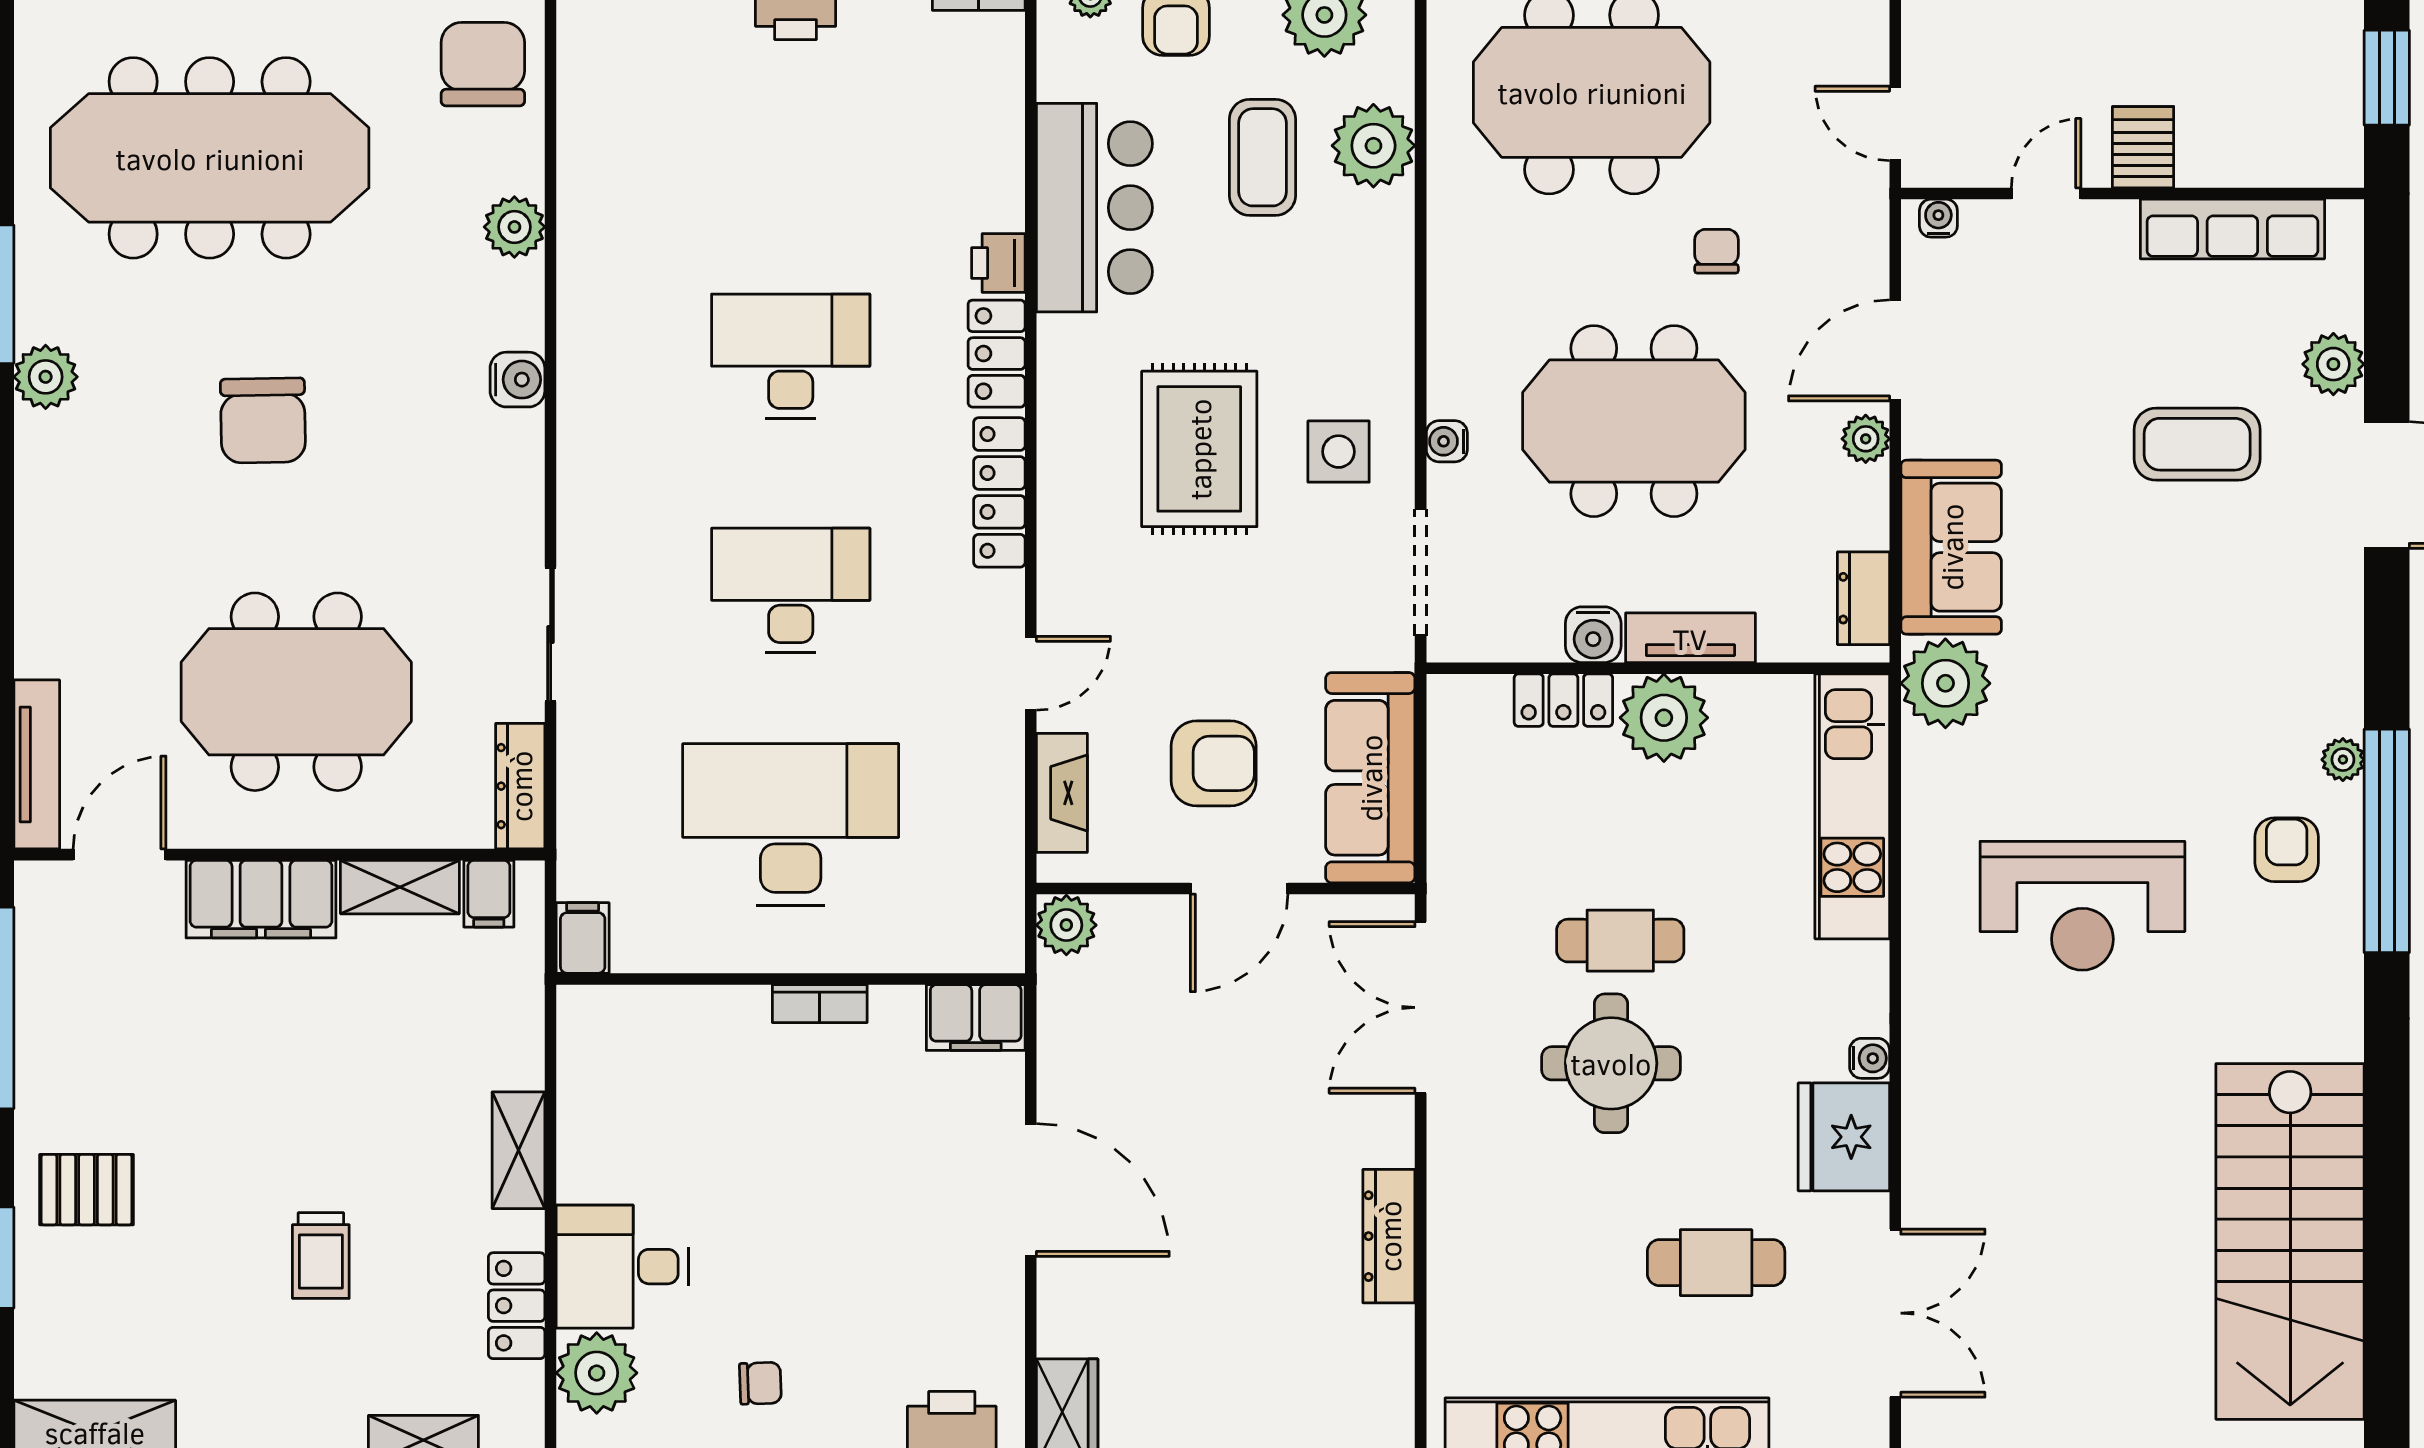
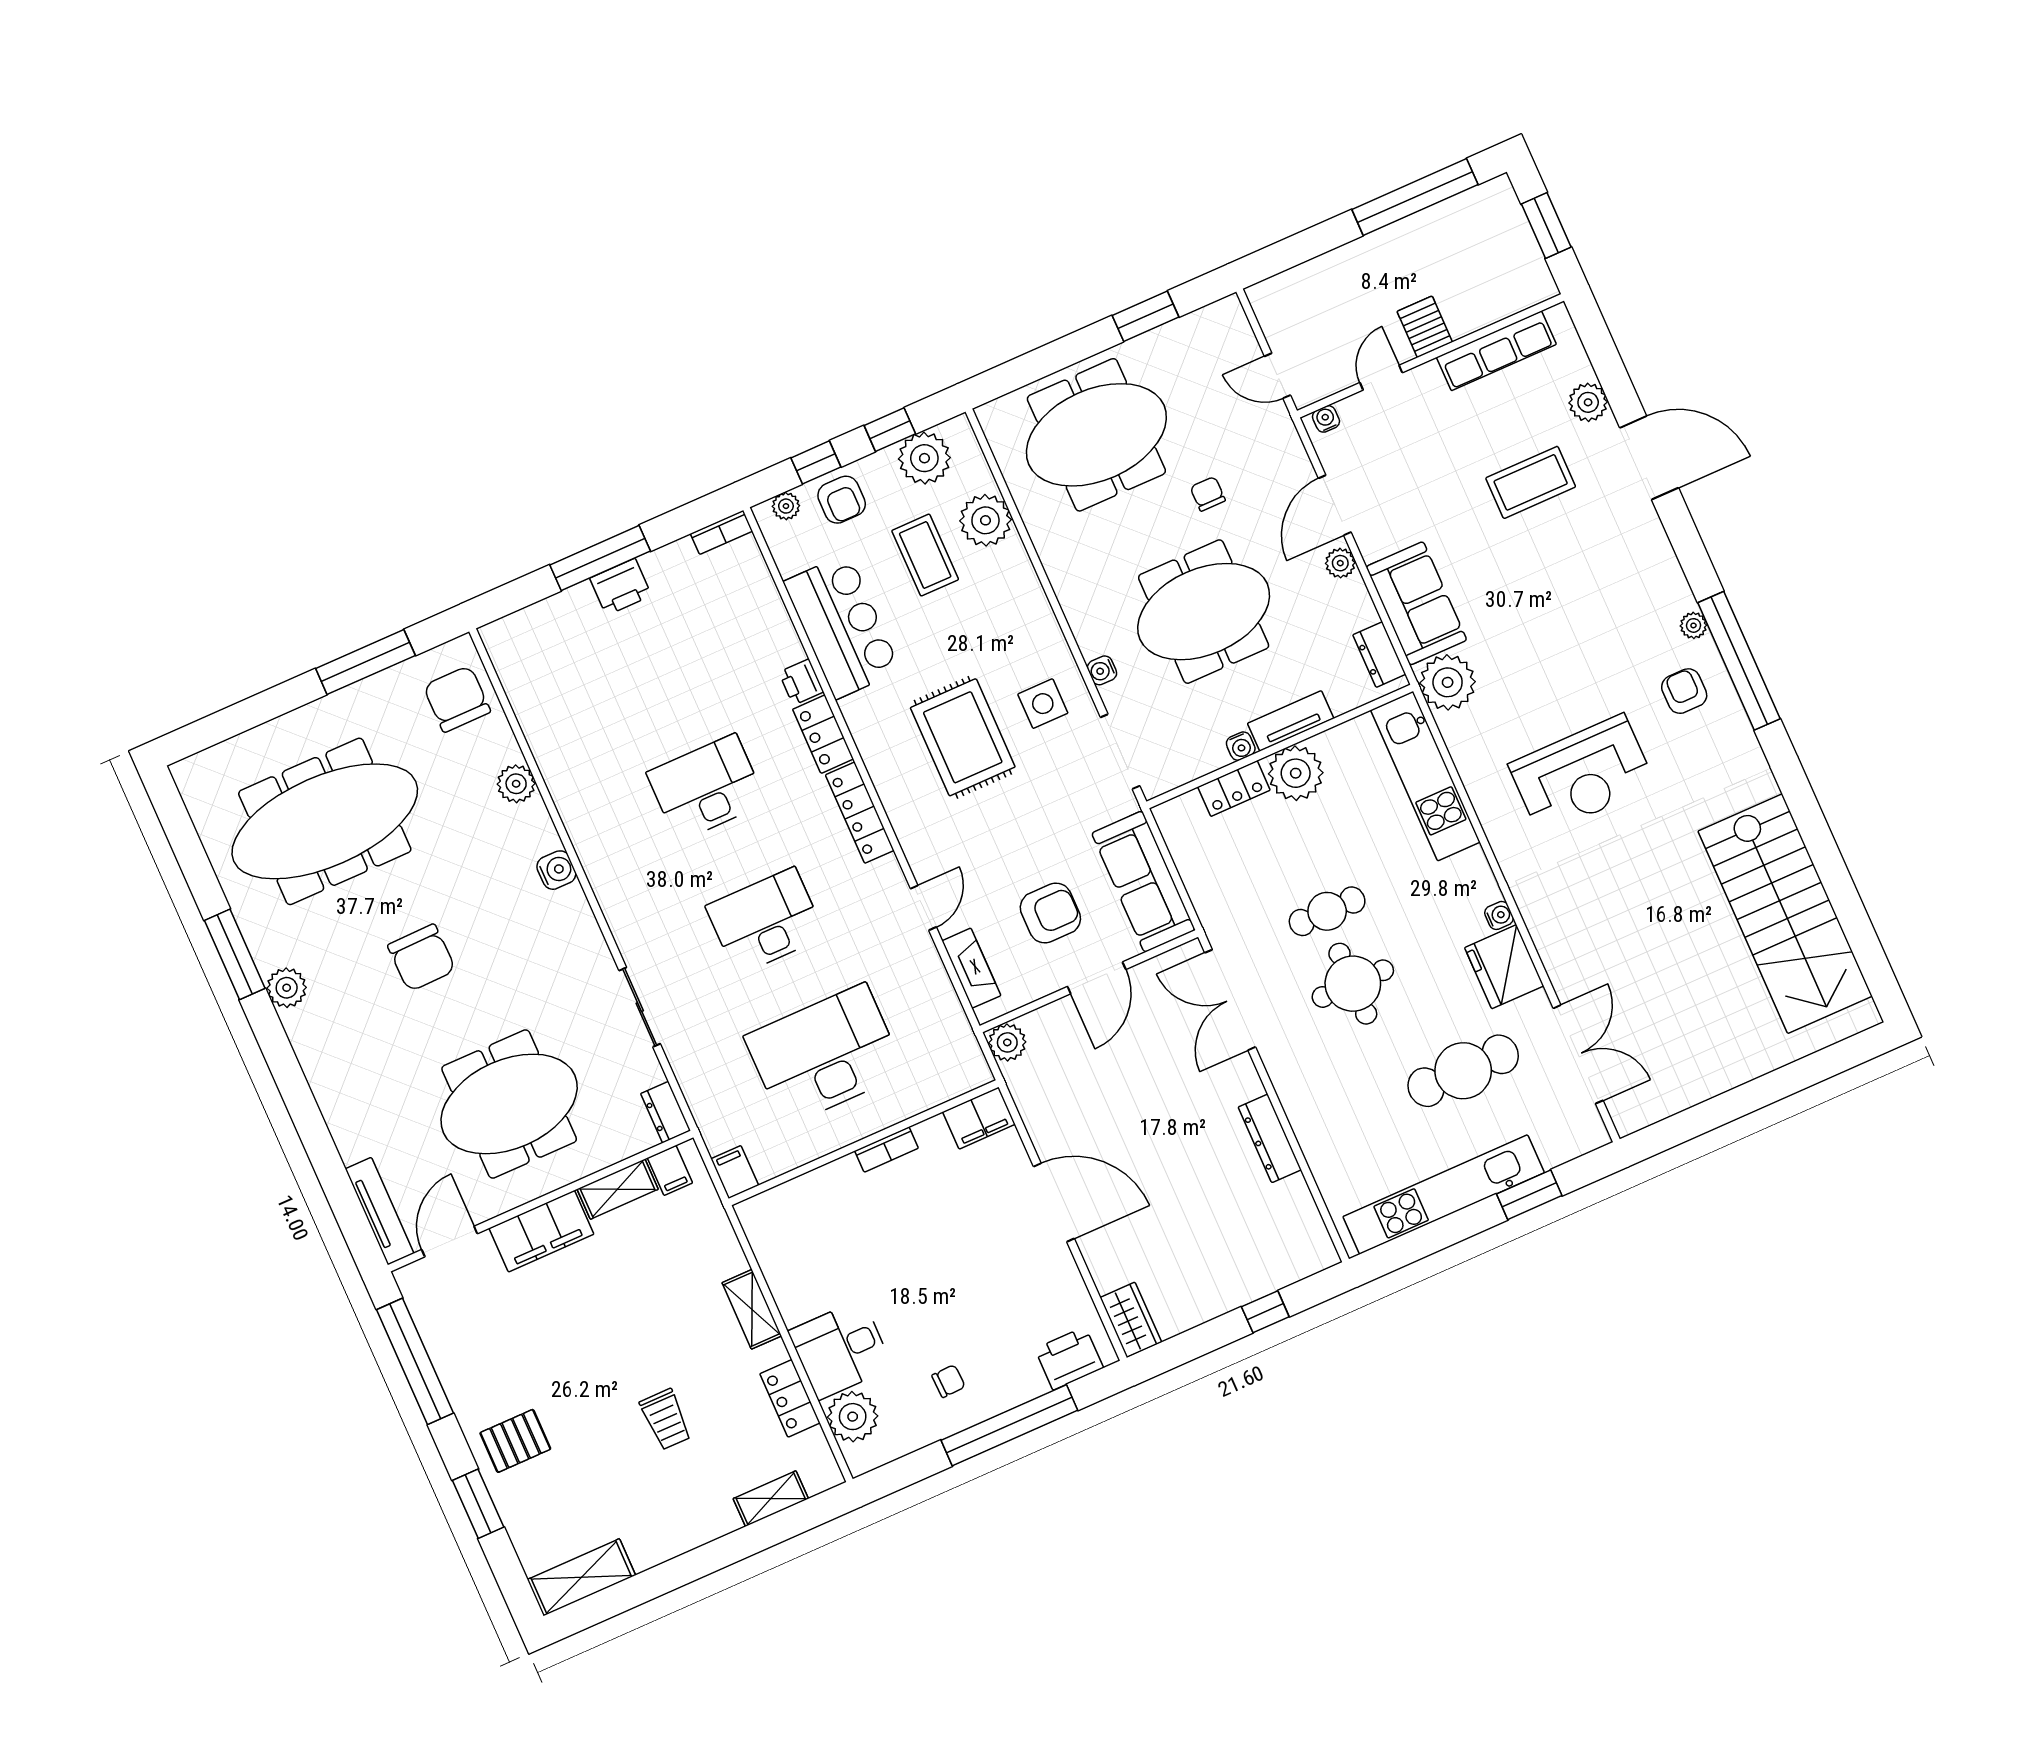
water cooler: (1593, 635) -> (1241, 746), width x0.72, depth x0.72
dresser: (520, 786) -> (666, 1112), width x0.70
cafe table: (1716, 1263) -> (1463, 1071), width x1.37, depth x1.35

